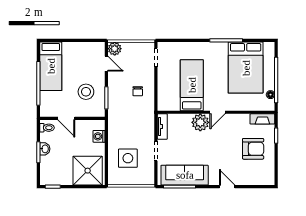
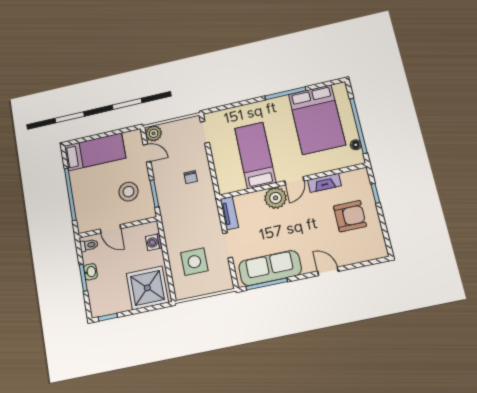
bed: (51, 66) -> (95, 152), moved, turned -90
fireplace: (262, 119) -> (324, 183), moved

